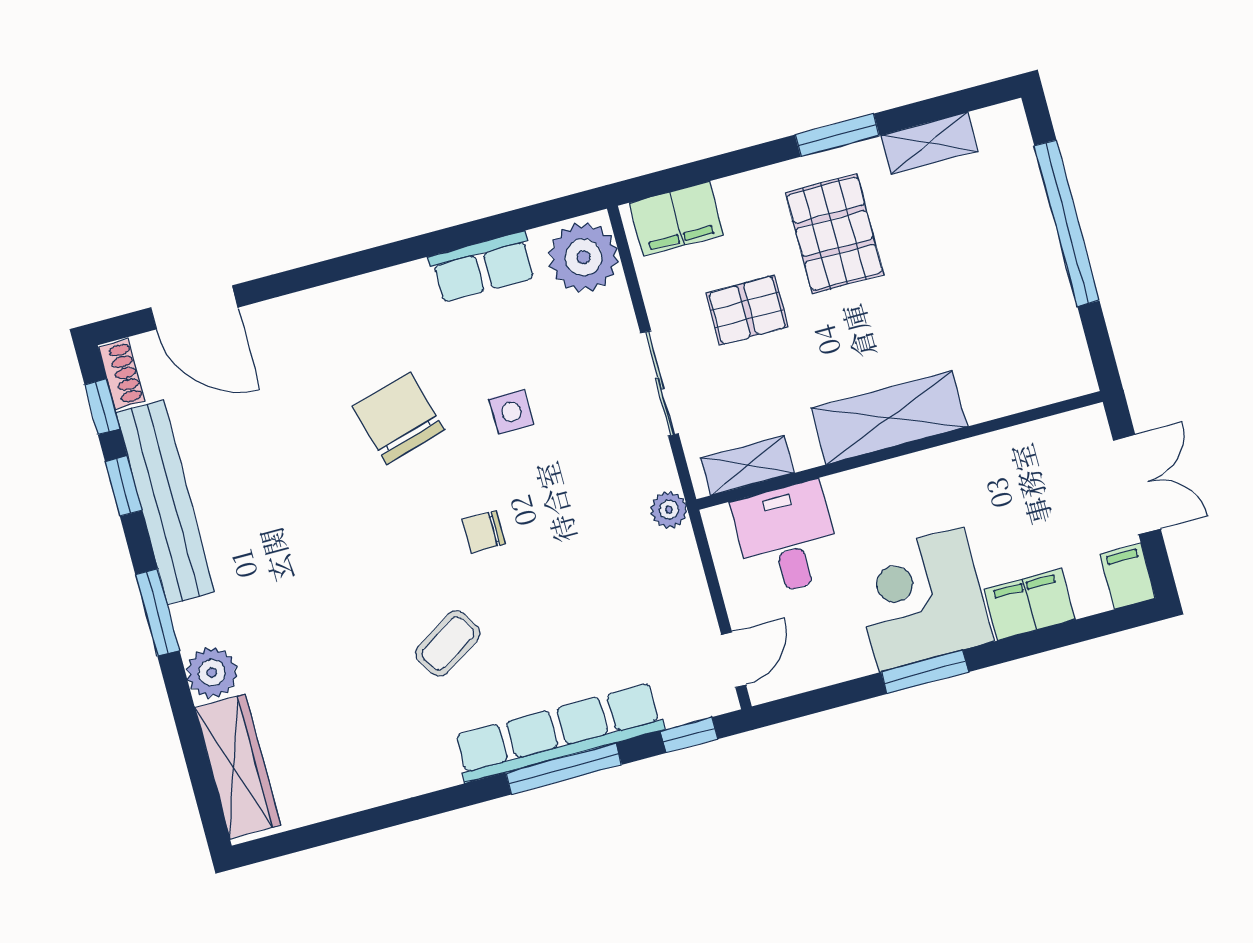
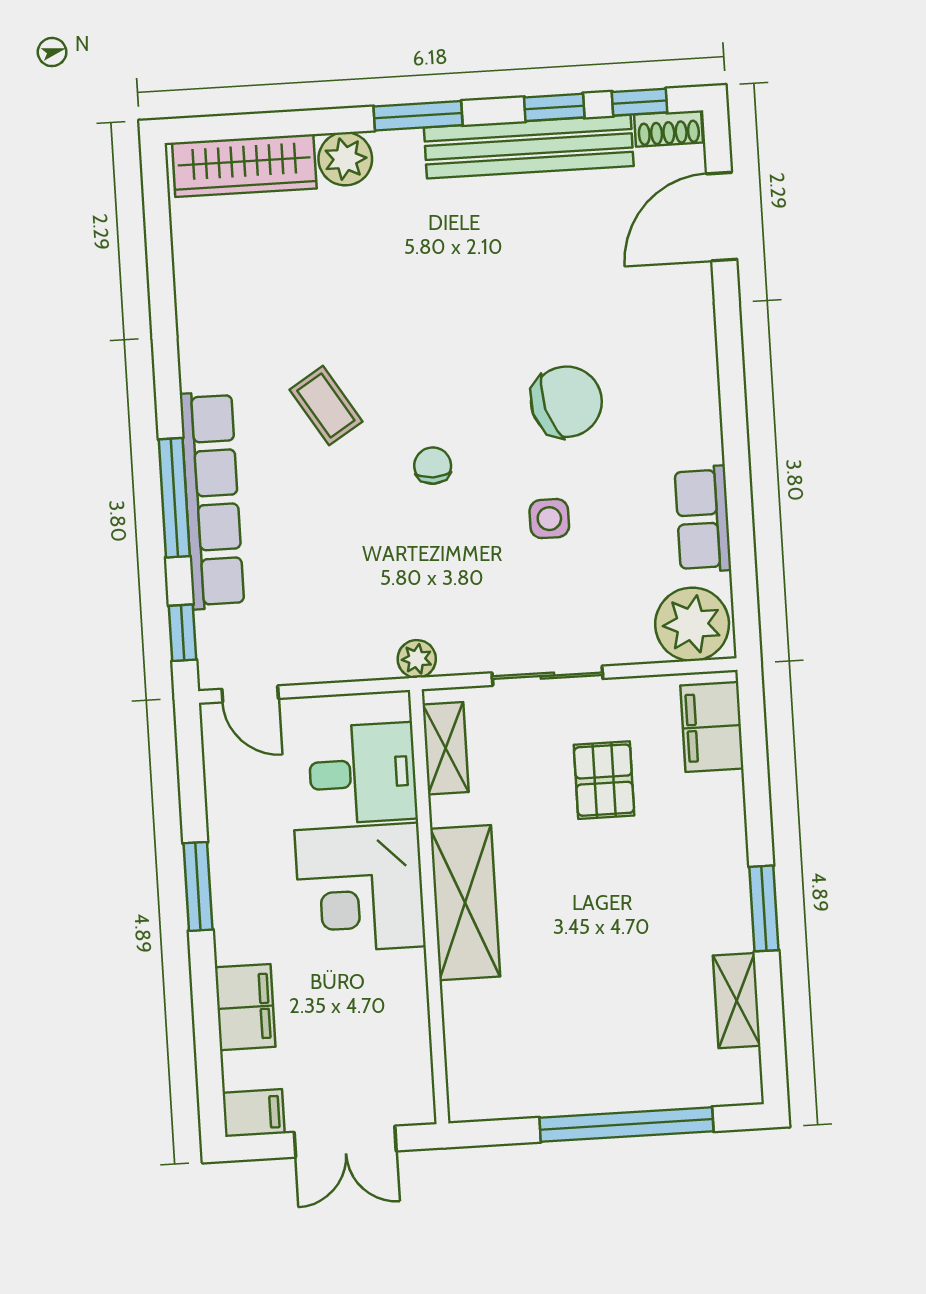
pallet: (835, 234) -> (664, 885), removed
corner desk: (921, 599) -> (360, 888), moved, turned 180

